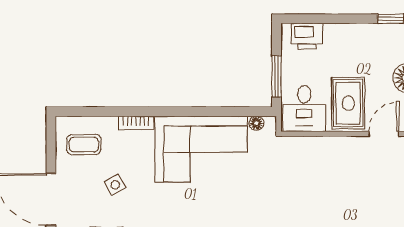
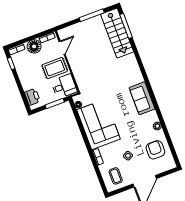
door: (384, 134) -> (62, 48), swing flipped

